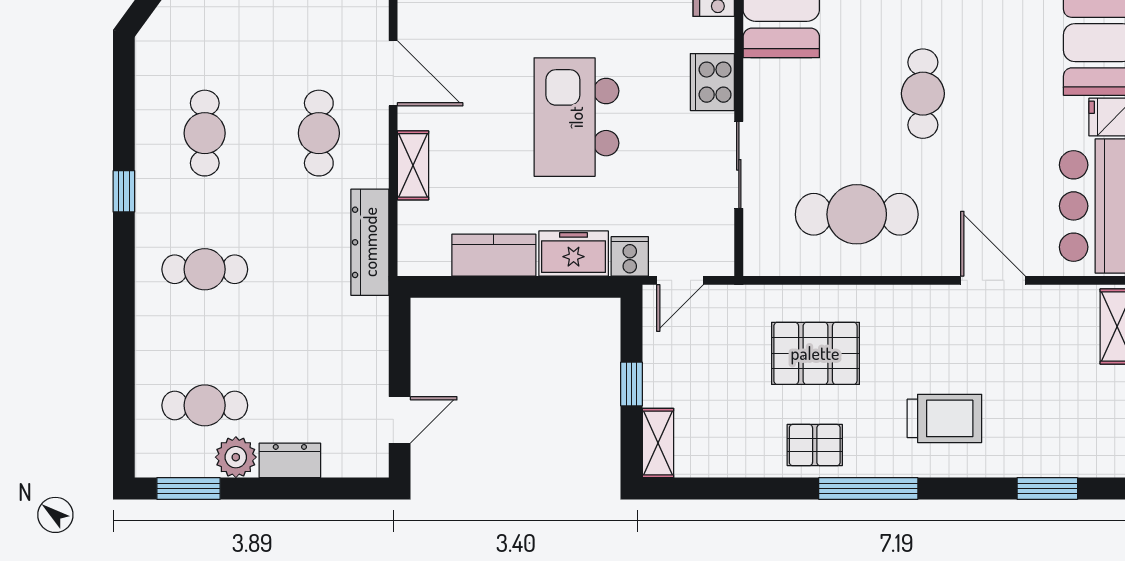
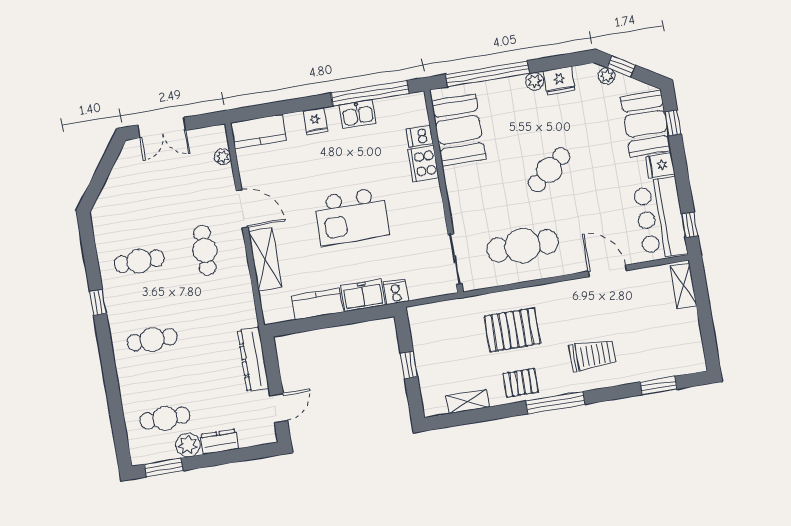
cooker: (712, 82) -> (423, 164), moved
cafe table: (923, 94) -> (549, 170), turned 51
kitchen island: (576, 117) -> (352, 216), turned -90
cafe table: (205, 133) -> (139, 261), turned 90
shelving: (413, 165) -> (265, 259), width x1.50, depth x1.33
sliding door: (739, 165) -> (455, 259), moved
dresser: (370, 242) -> (253, 359), moved
door: (680, 280) -> (427, 301), removed
shelving: (658, 443) -> (468, 402), moved, turned 90

